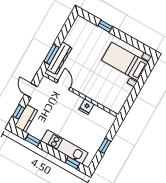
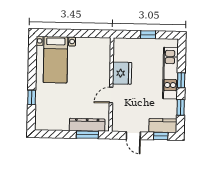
door: (63, 85) -> (111, 95), moved
door: (31, 91) -> (133, 136), hinge flipped
fridge: (86, 107) -> (122, 73), width x1.88, depth x1.34
window: (72, 163) -> (181, 80), moved

